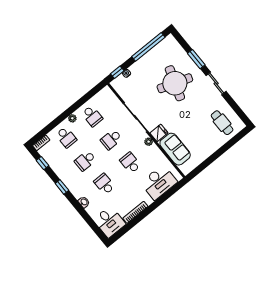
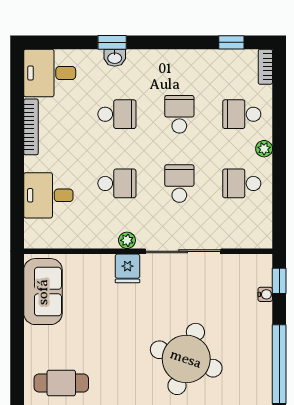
sofa: (175, 149) -> (43, 292), moved, turned -90
desk: (159, 182) -> (48, 195), width x0.73
window: (62, 187) -> (112, 42), moved

